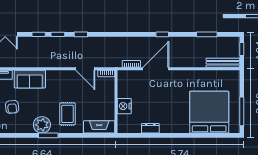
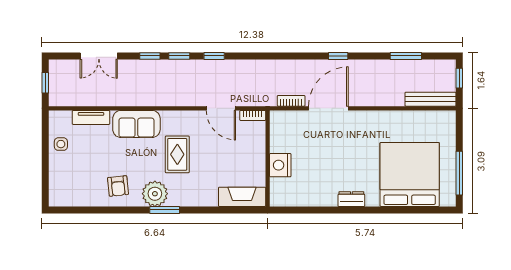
armchair: (12, 107) -> (118, 186), moved
rug: (68, 114) -> (177, 154), moved
dresser: (150, 128) -> (351, 199), moved

